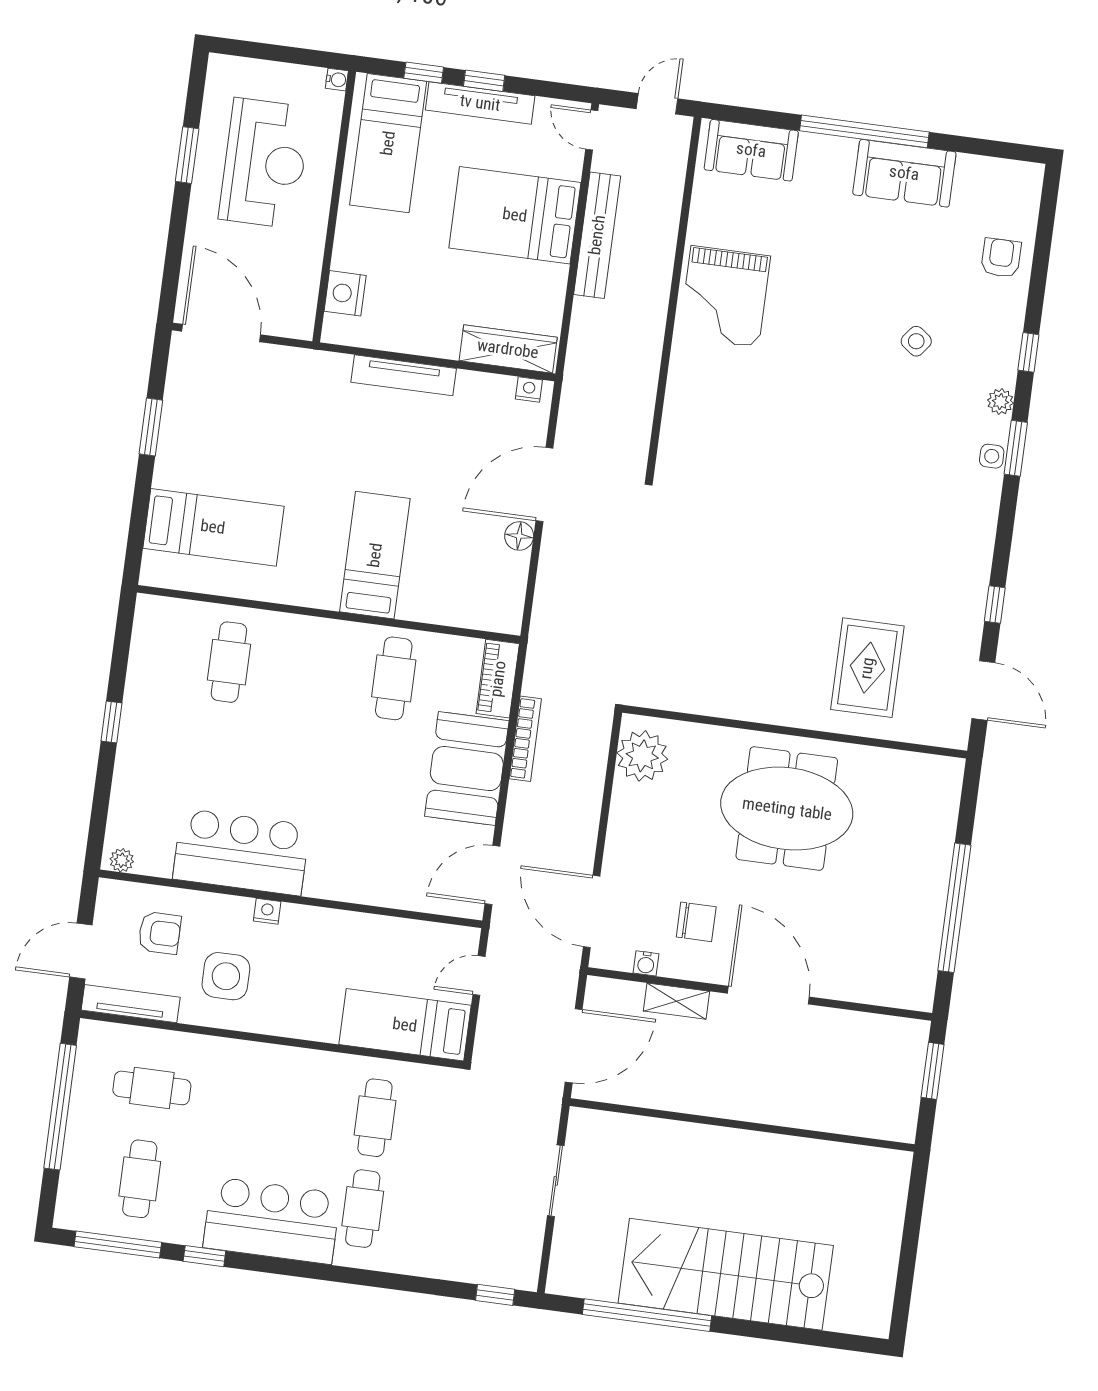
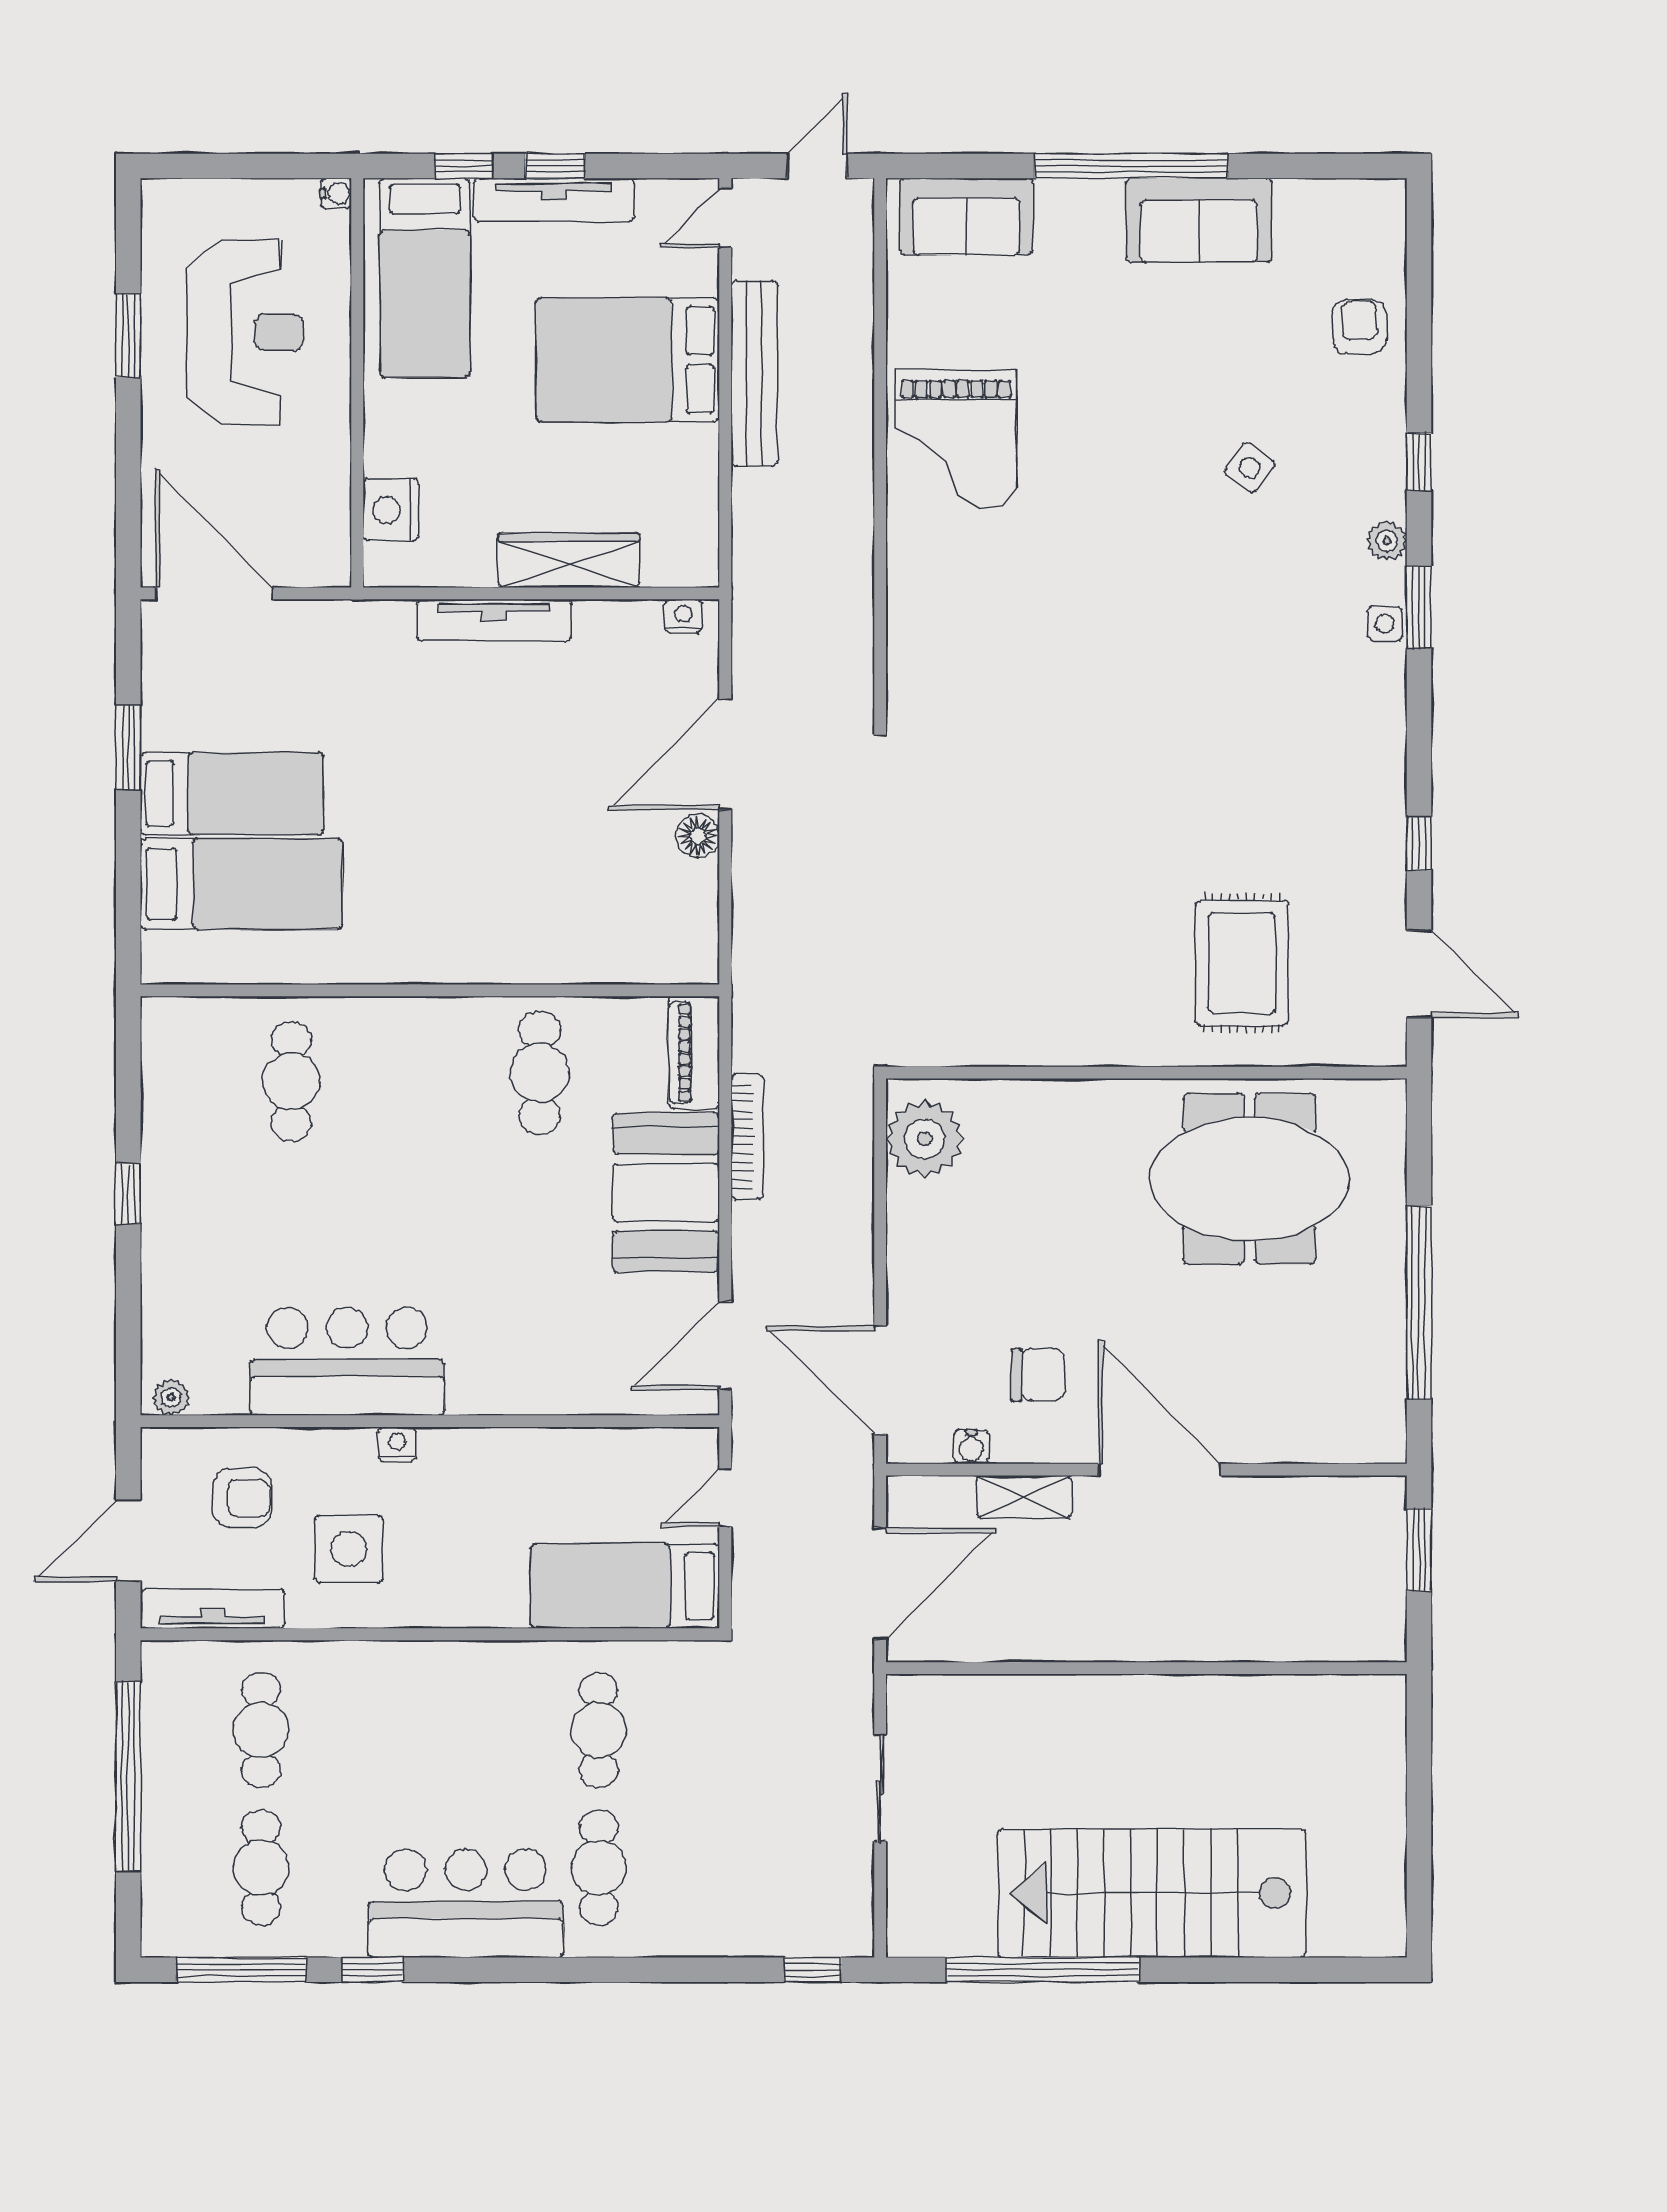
door: (592, 130) -> (725, 218), hinge flipped
wardrobe: (508, 349) -> (569, 560), moved
bed: (375, 555) -> (232, 794), moved, turned 90
meeting table: (787, 809) -> (1249, 1179), moved
cafe table: (152, 1088) -> (261, 1730), turned 90

